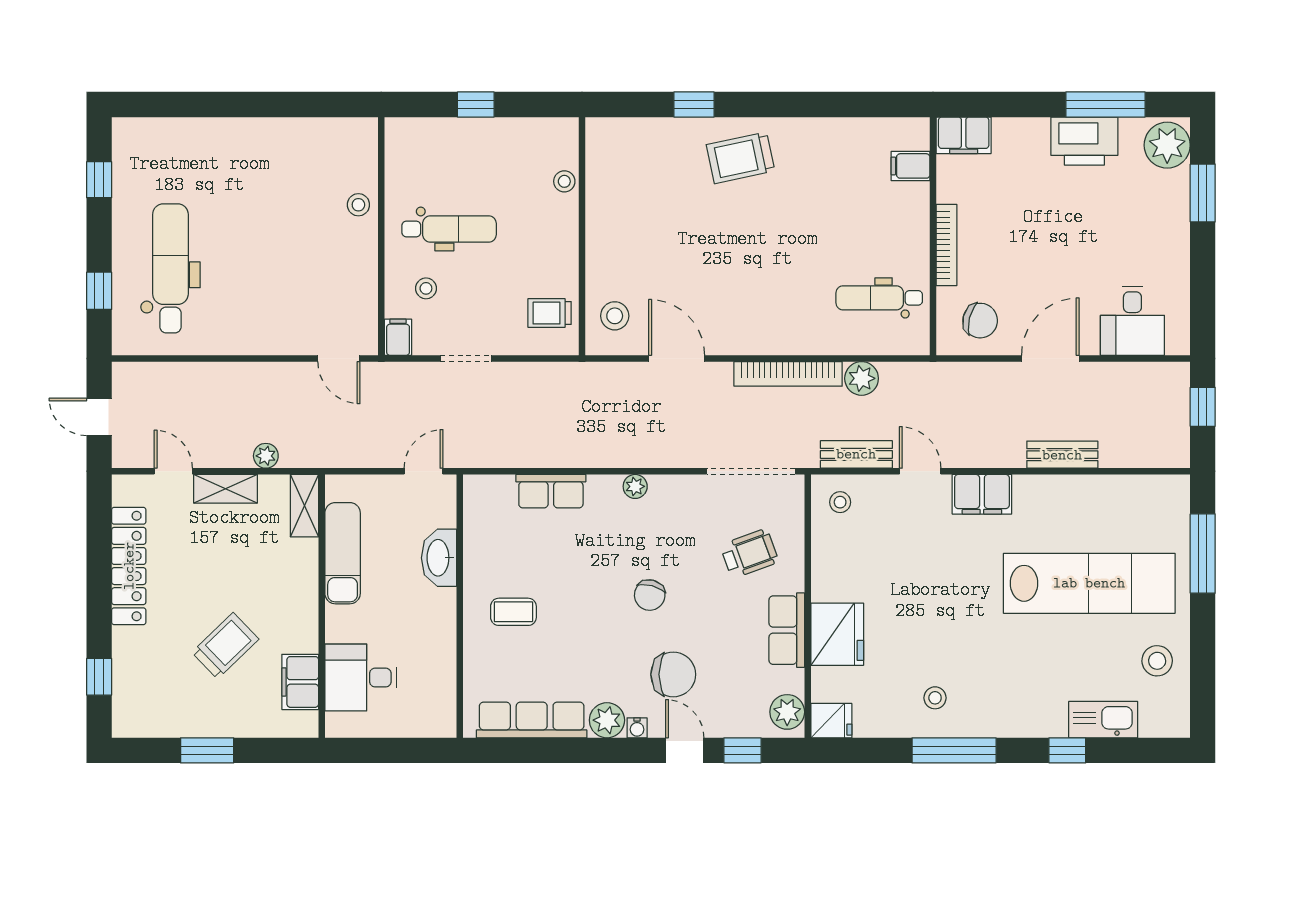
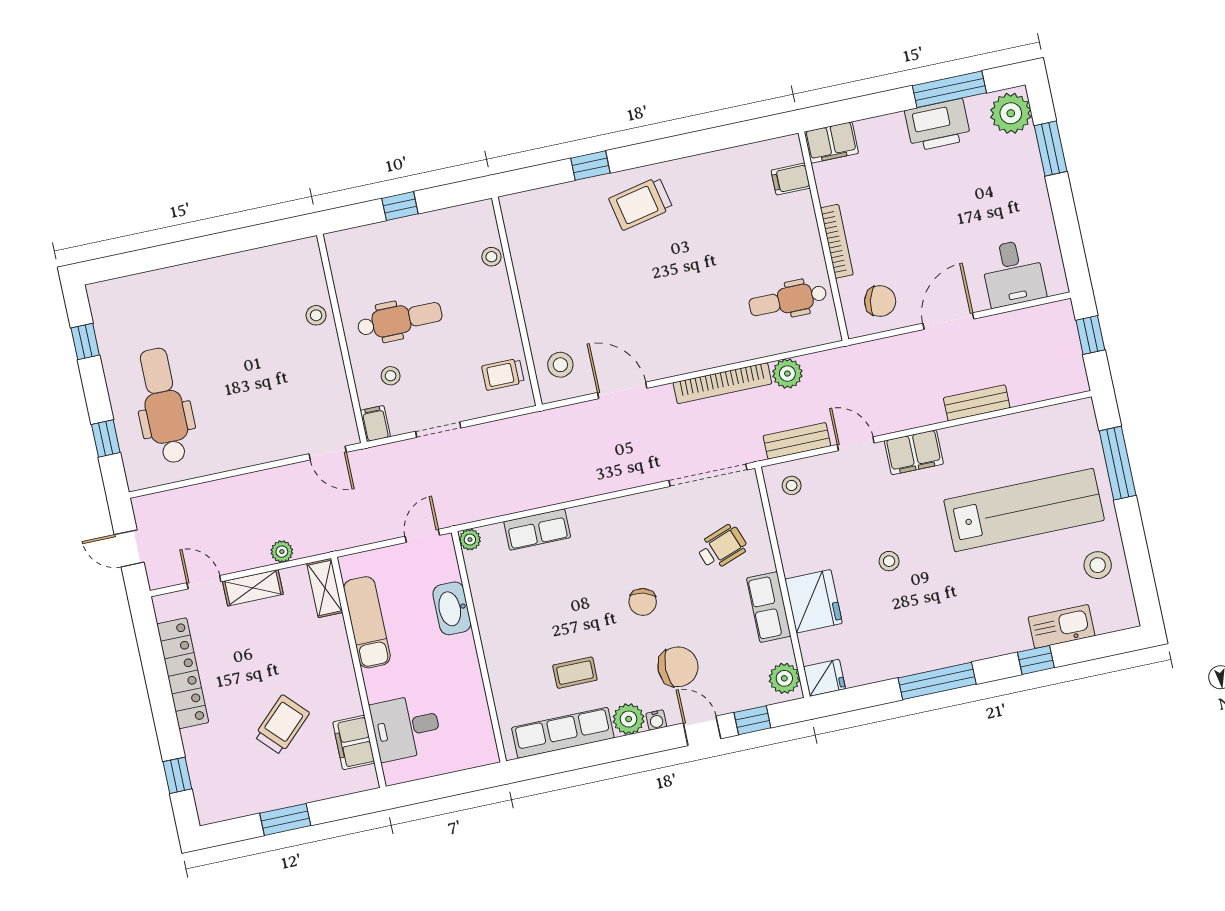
plant: (635, 486) -> (470, 540), moved
coffee table: (513, 612) -> (575, 673), moved
stool: (935, 698) -> (889, 561), moved

